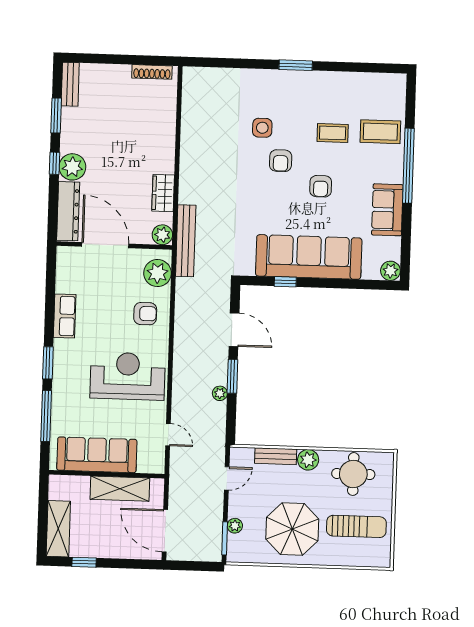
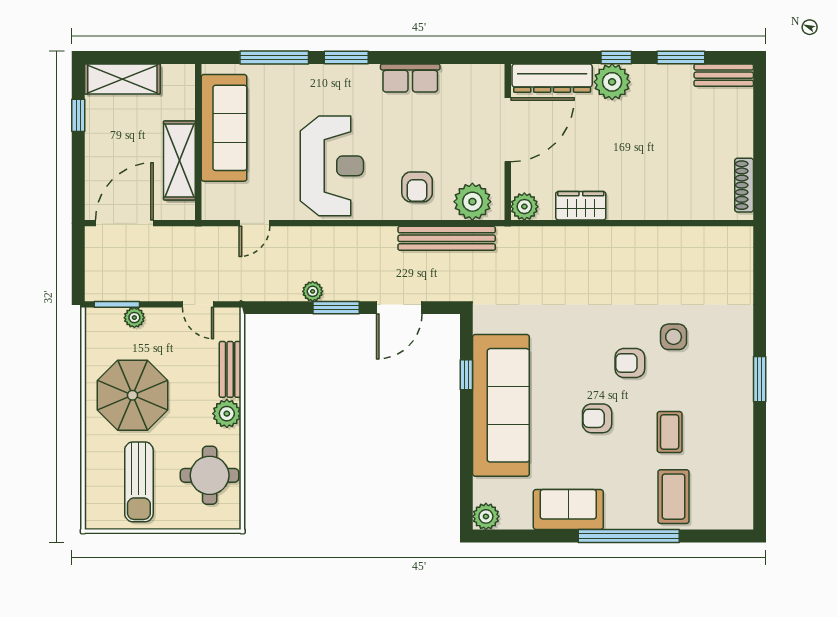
bench: (186, 241) -> (447, 238), moved

